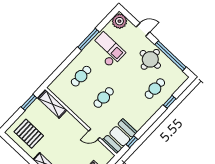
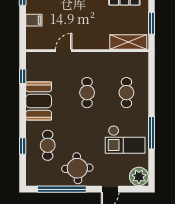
booth: (120, 136) -> (39, 101), moved

